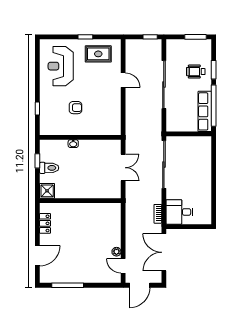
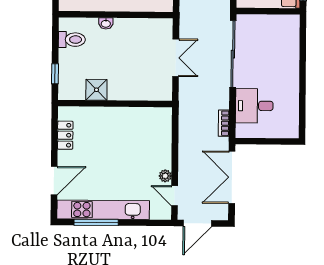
window: (37, 161) -> (55, 74), moved
toilet: (49, 168) -> (72, 40), moved
shower: (47, 191) -> (96, 90), moved
desk: (179, 212) -> (254, 106), moved
kitchen unit: (73, 276) -> (103, 210), added

